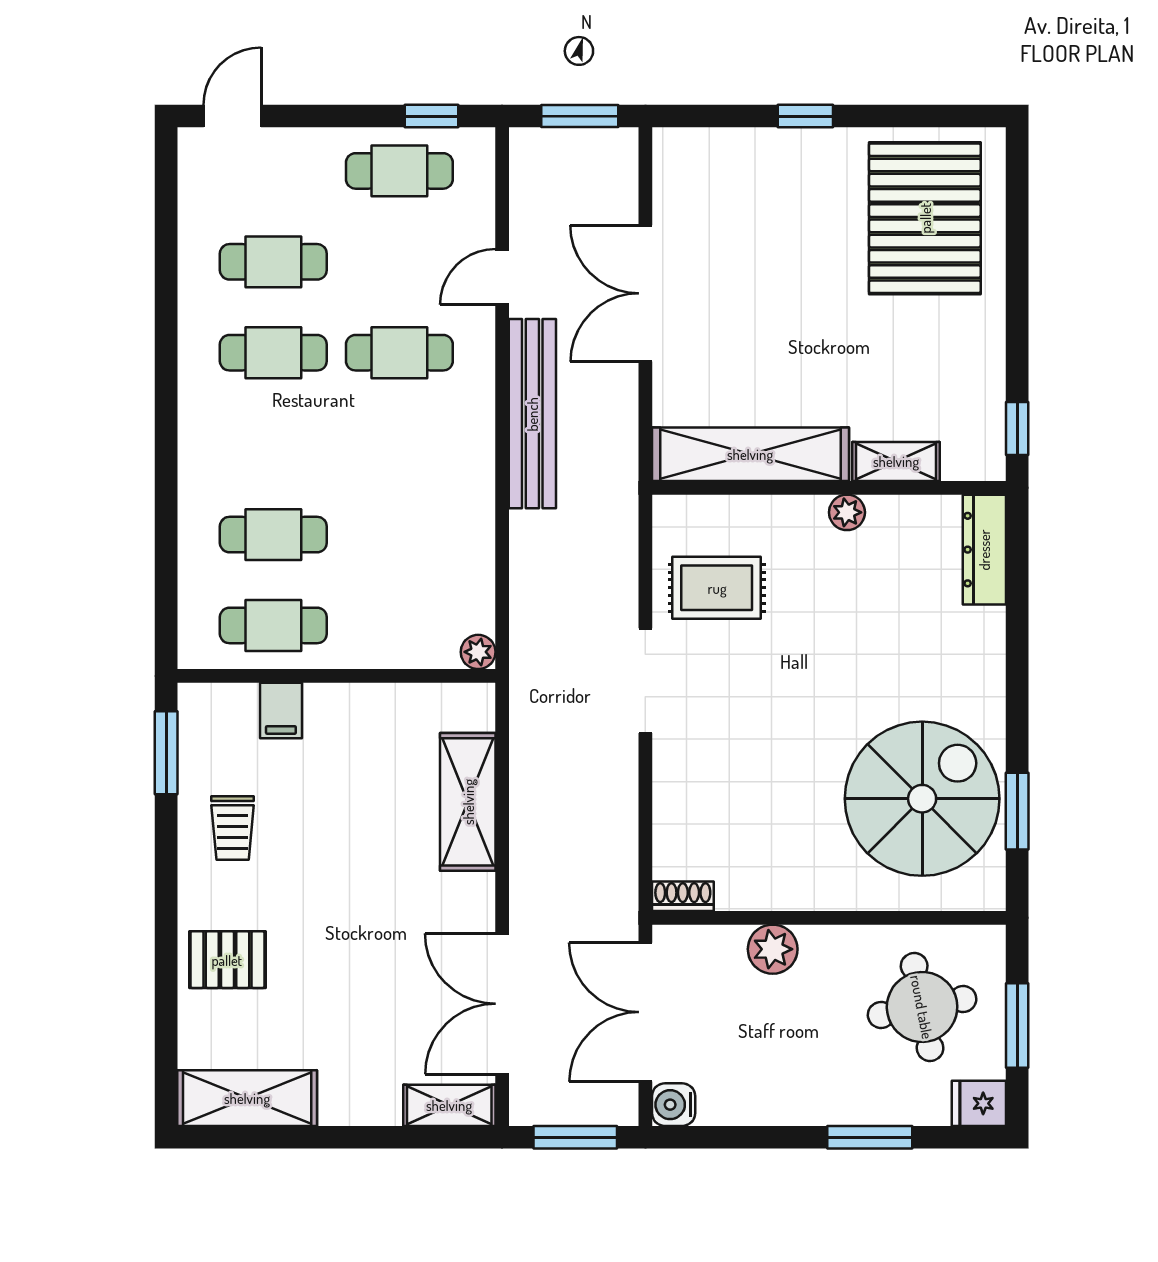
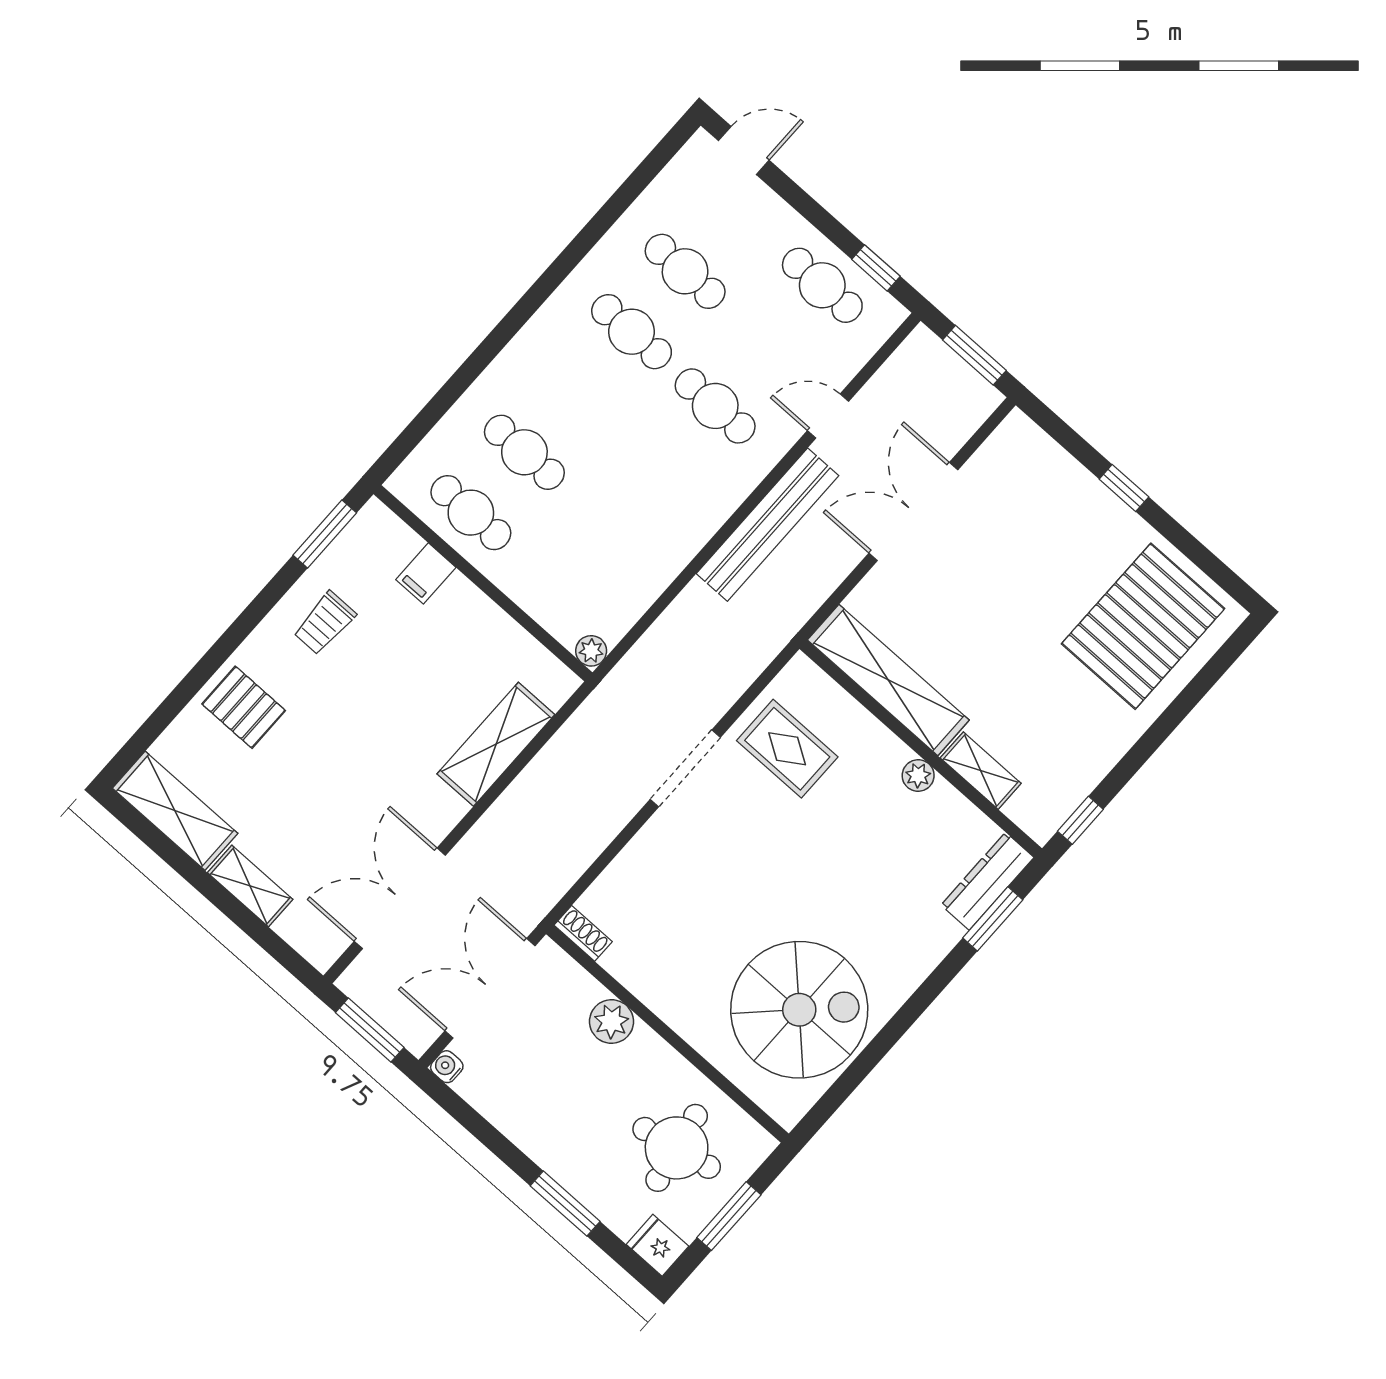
window: (1017, 811) -> (993, 919), moved
shelving: (449, 1105) -> (250, 886), moved
water cooler: (674, 1105) -> (447, 1067), width x0.72, depth x0.72

